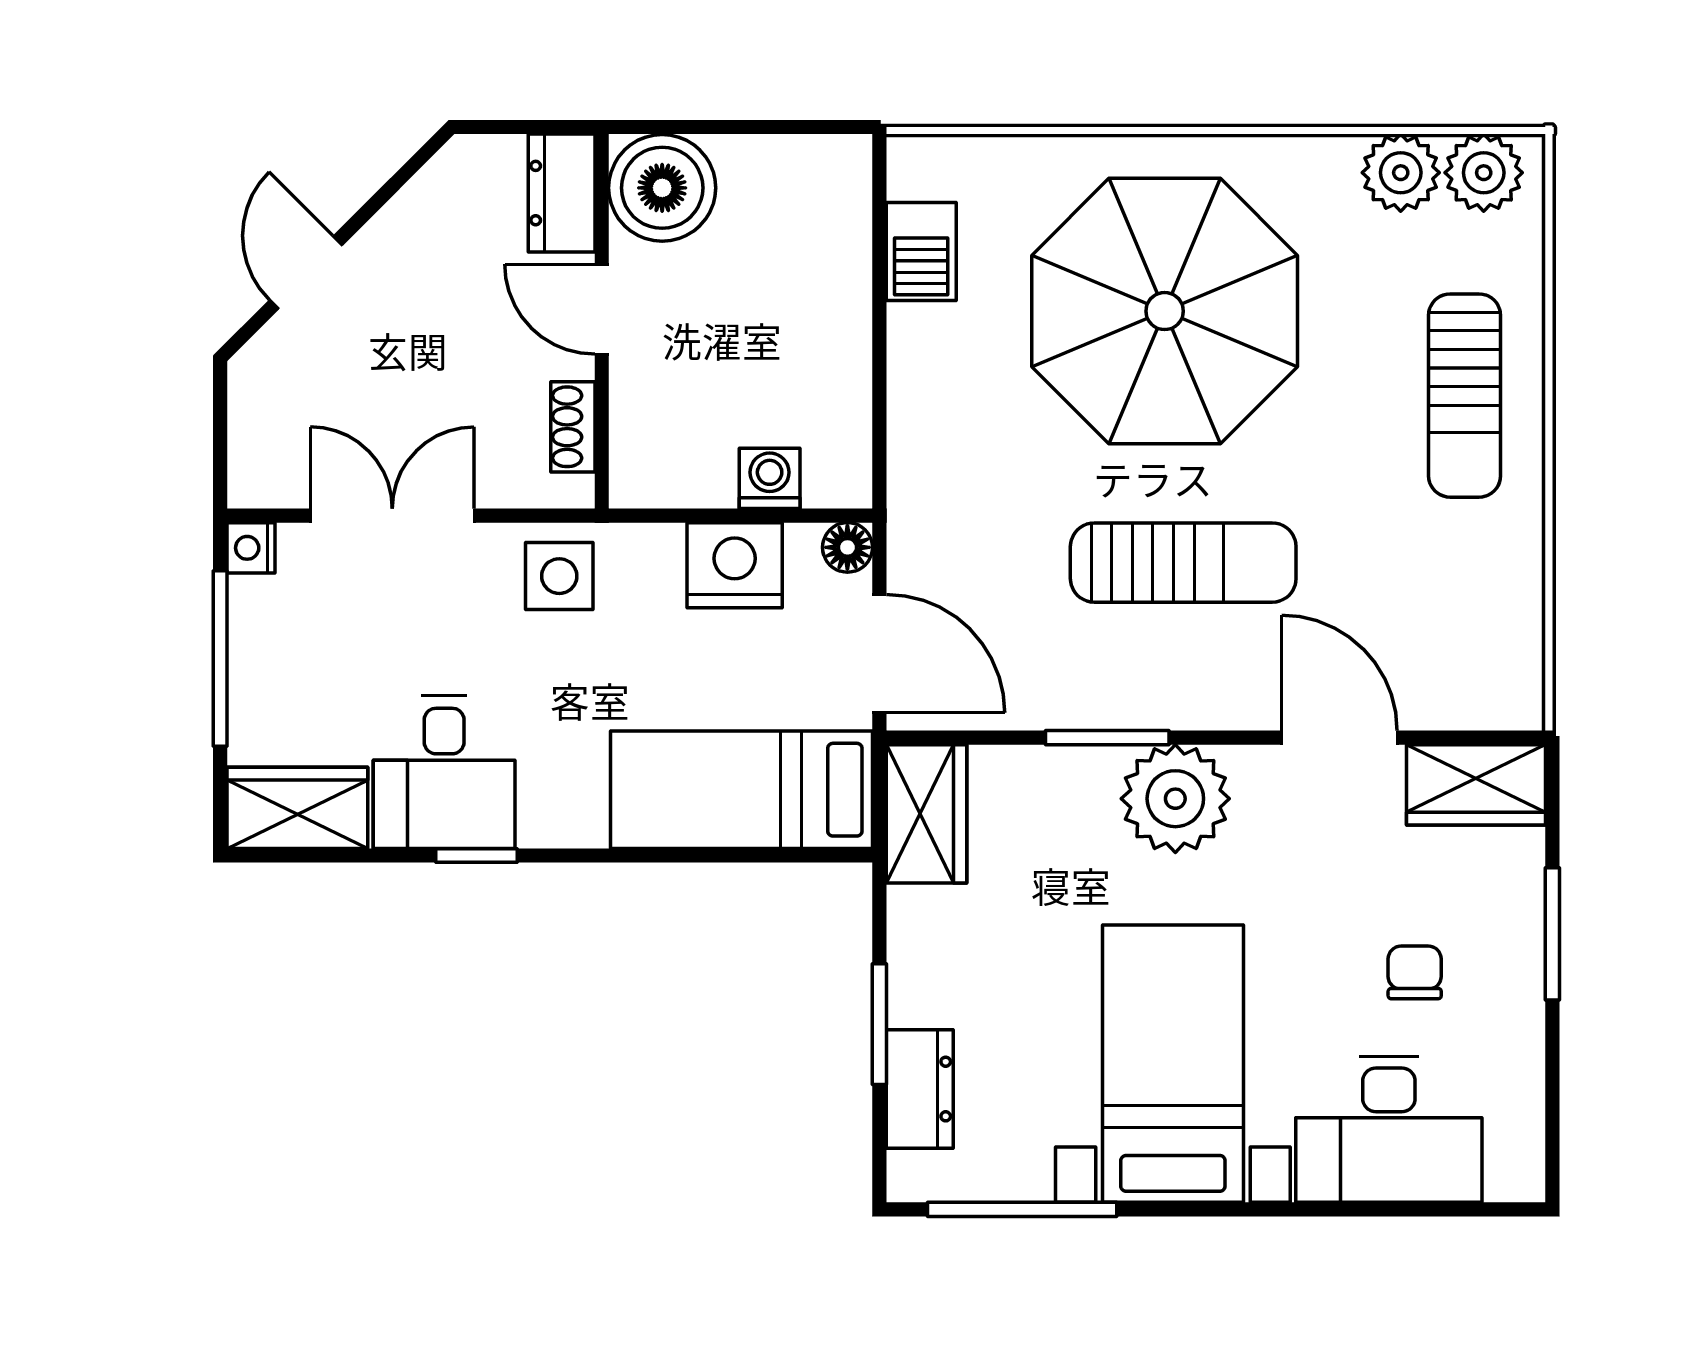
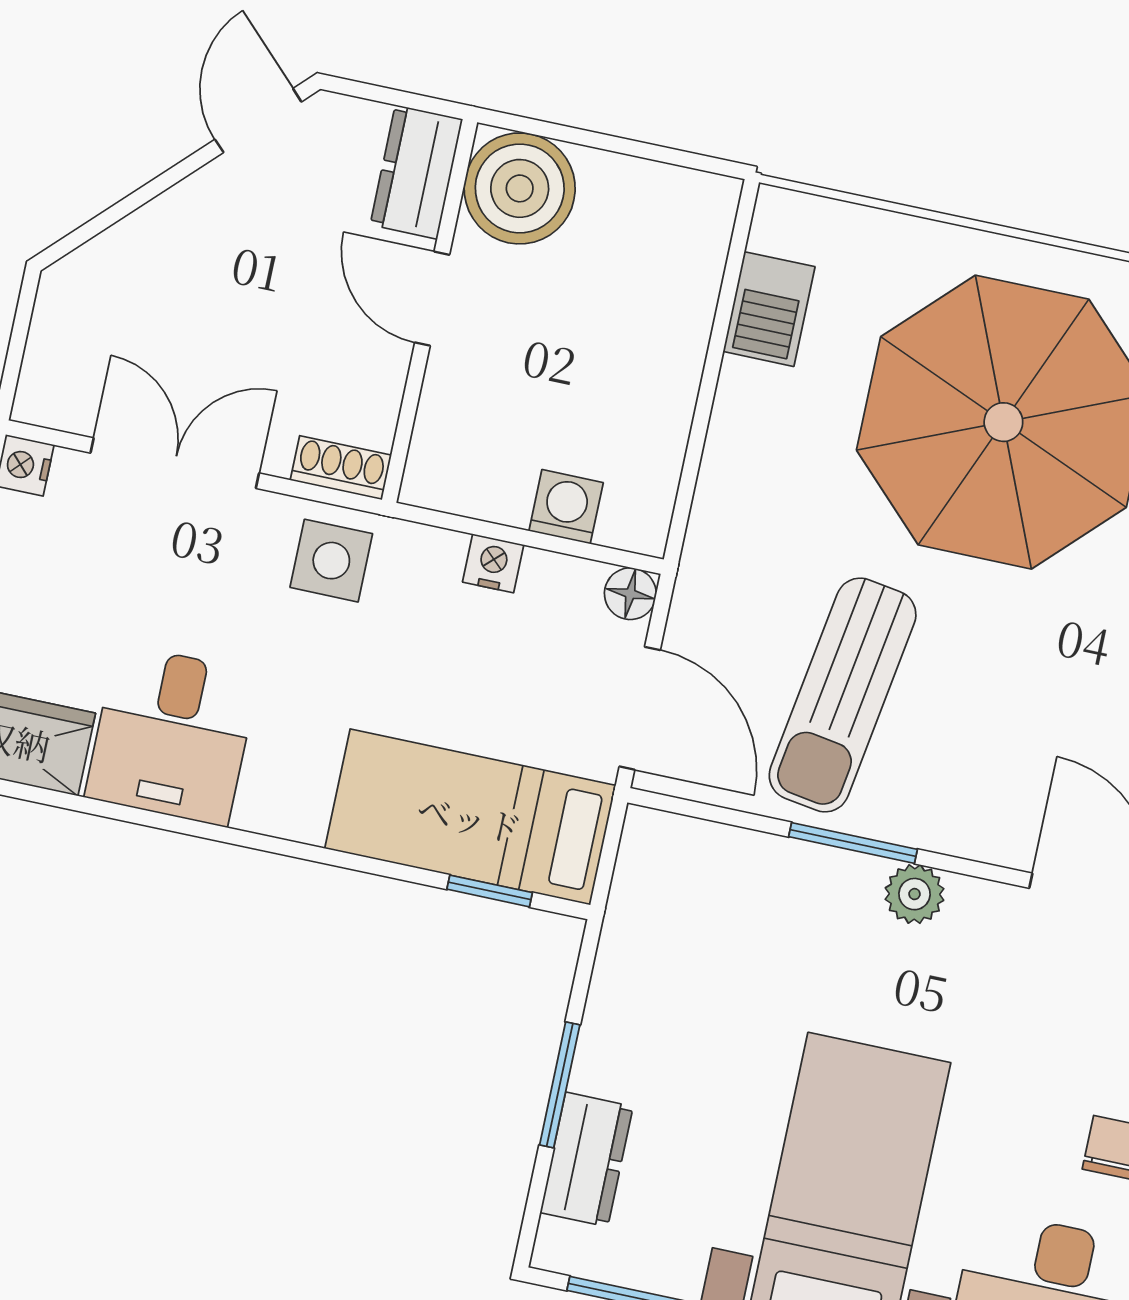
door: (306, 273) -> (258, 121), moved
shoe rack: (573, 427) -> (341, 468), moved, turned 90
sun lounger: (1183, 563) -> (843, 695), moved, turned 99
nightstand: (735, 565) -> (493, 563), width x0.53, depth x0.56
plant: (1175, 799) -> (915, 894), width x0.53, depth x0.53
wardrobe: (926, 814) -> (653, 881), removed
window: (476, 856) -> (490, 891), moved

